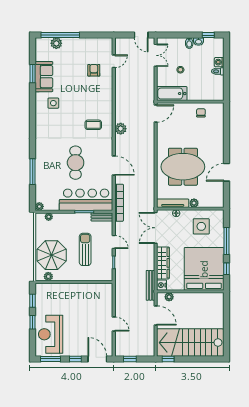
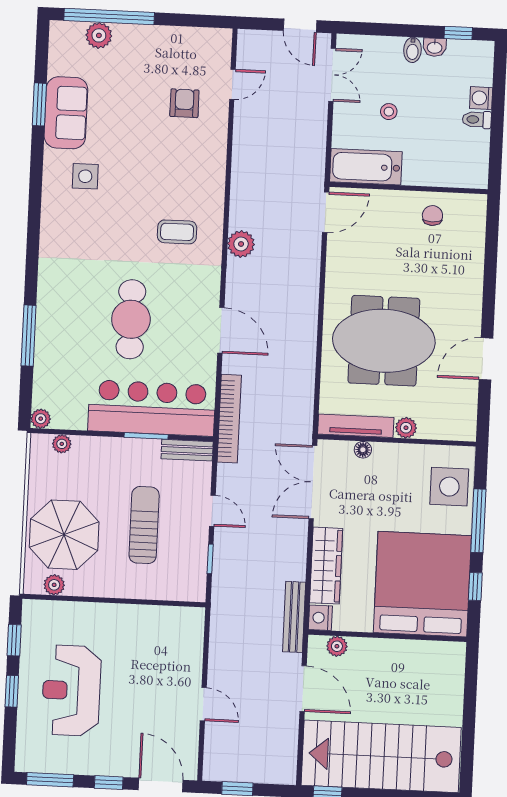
side table: (201, 226) -> (449, 487), moved
reception desk: (51, 334) -> (71, 691), moved

